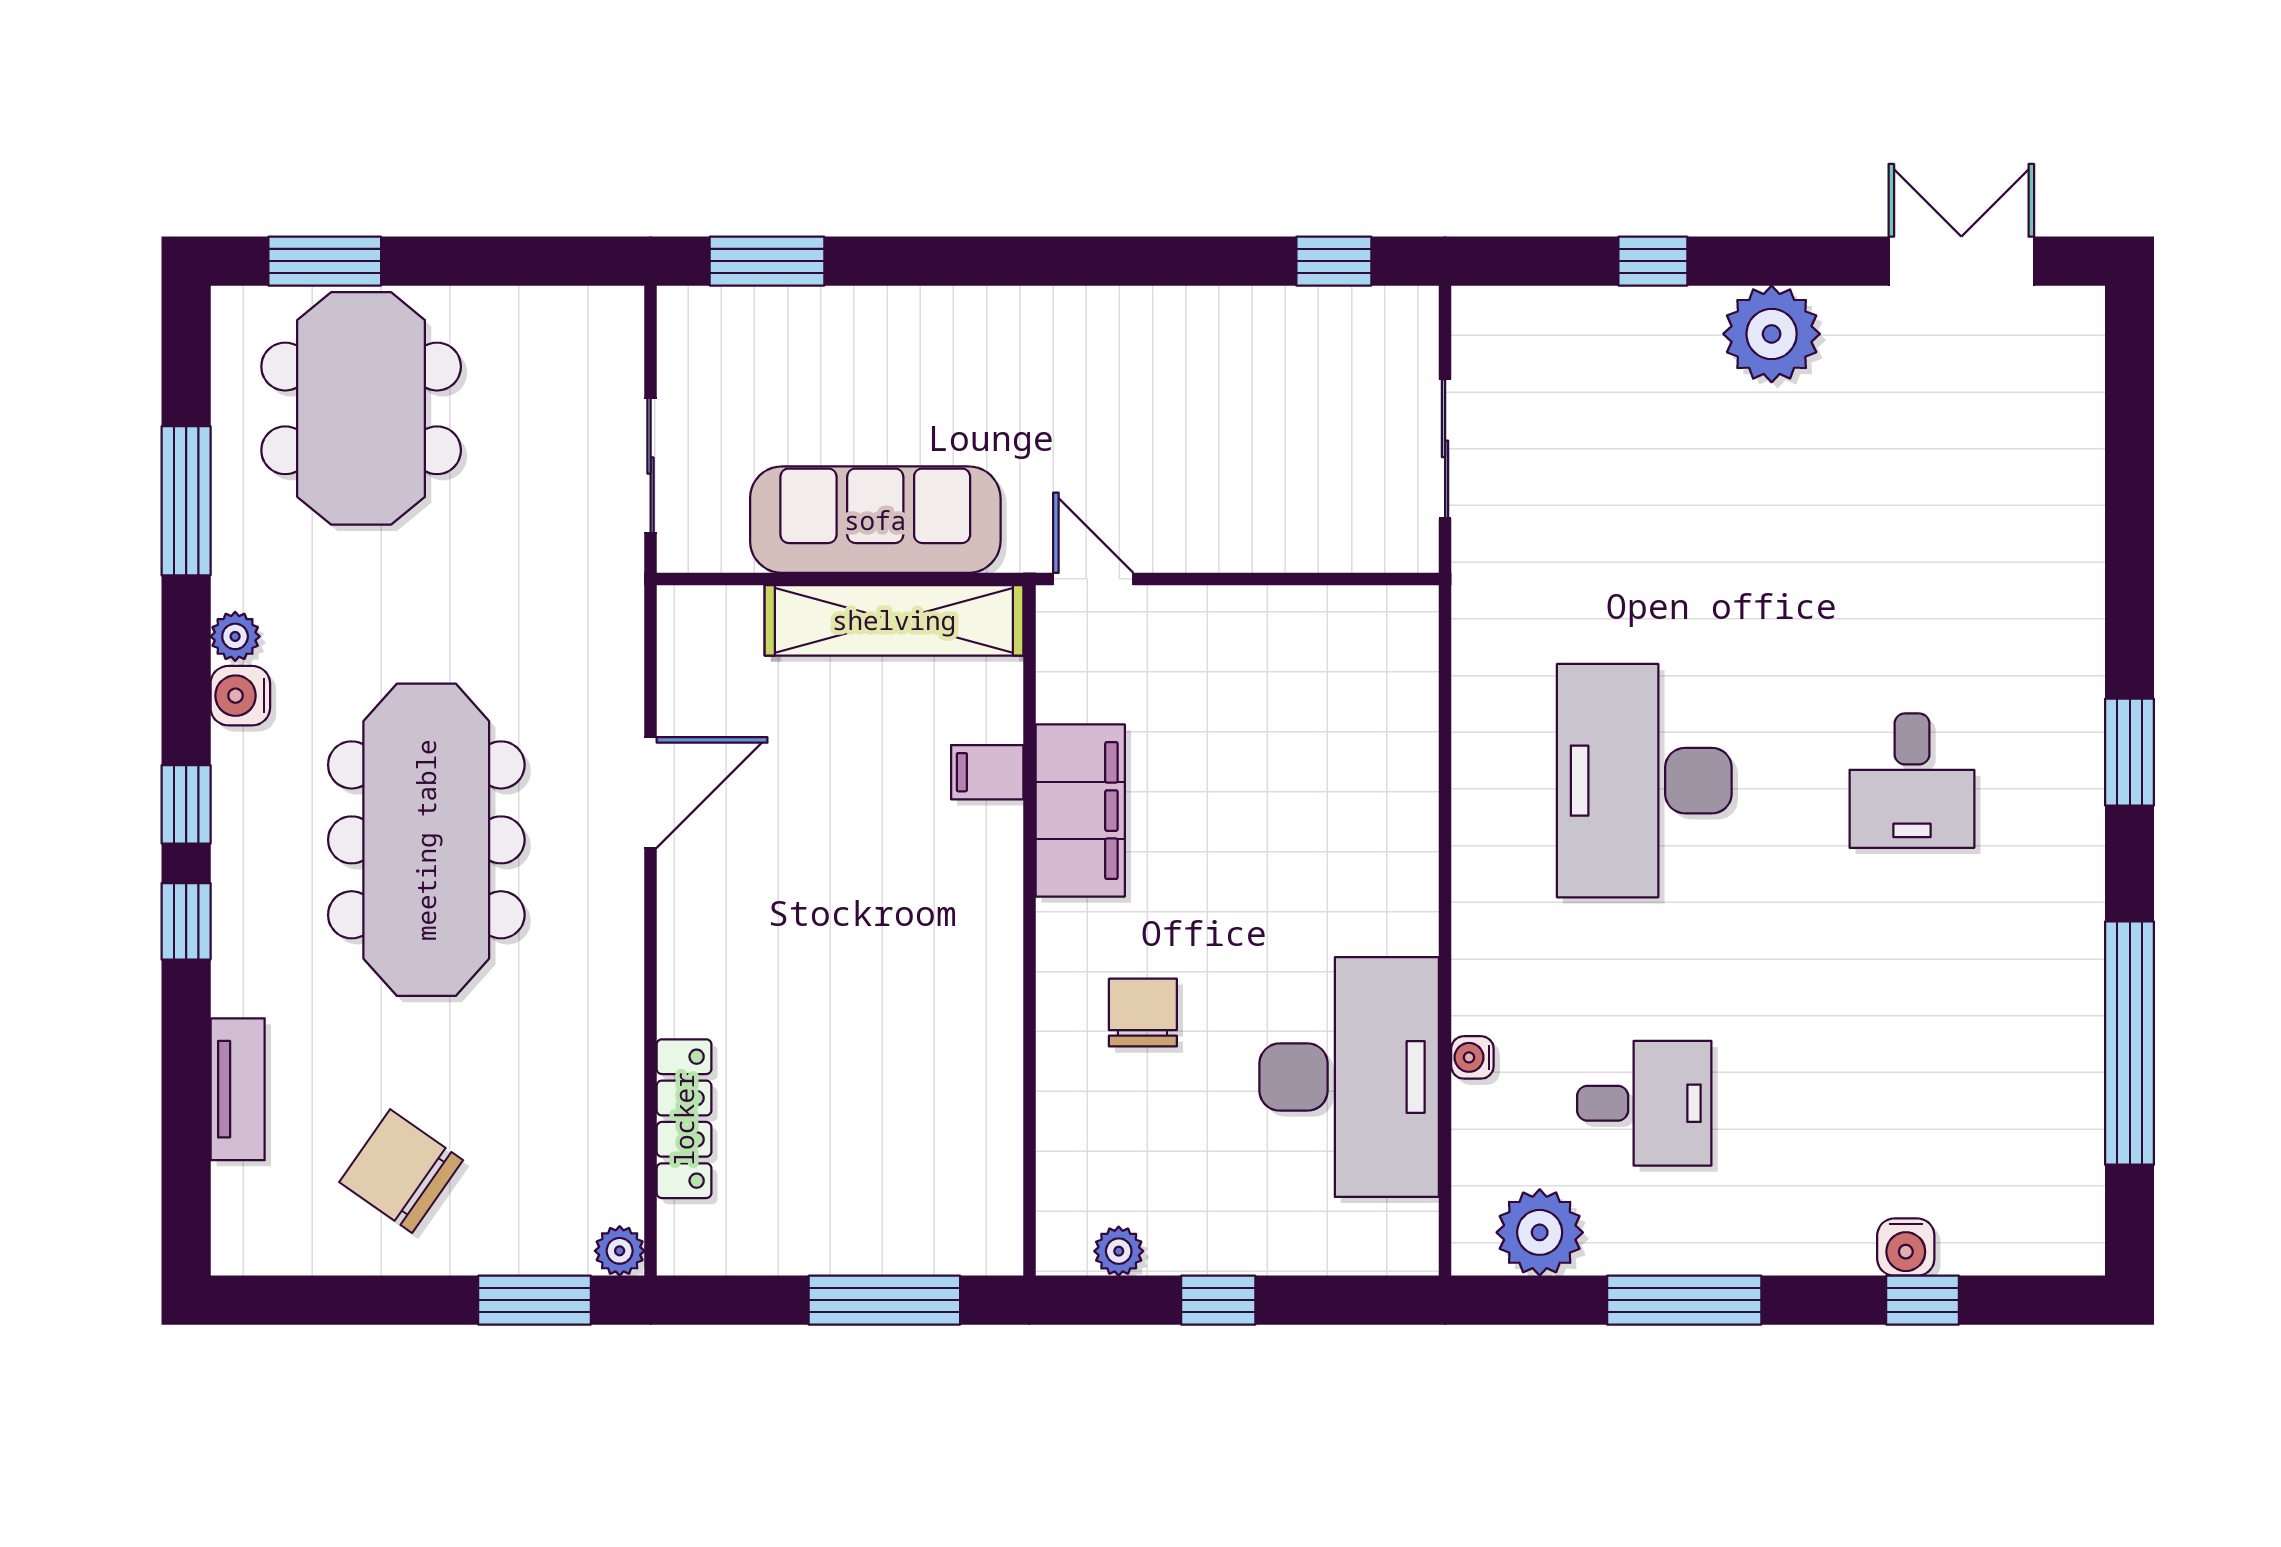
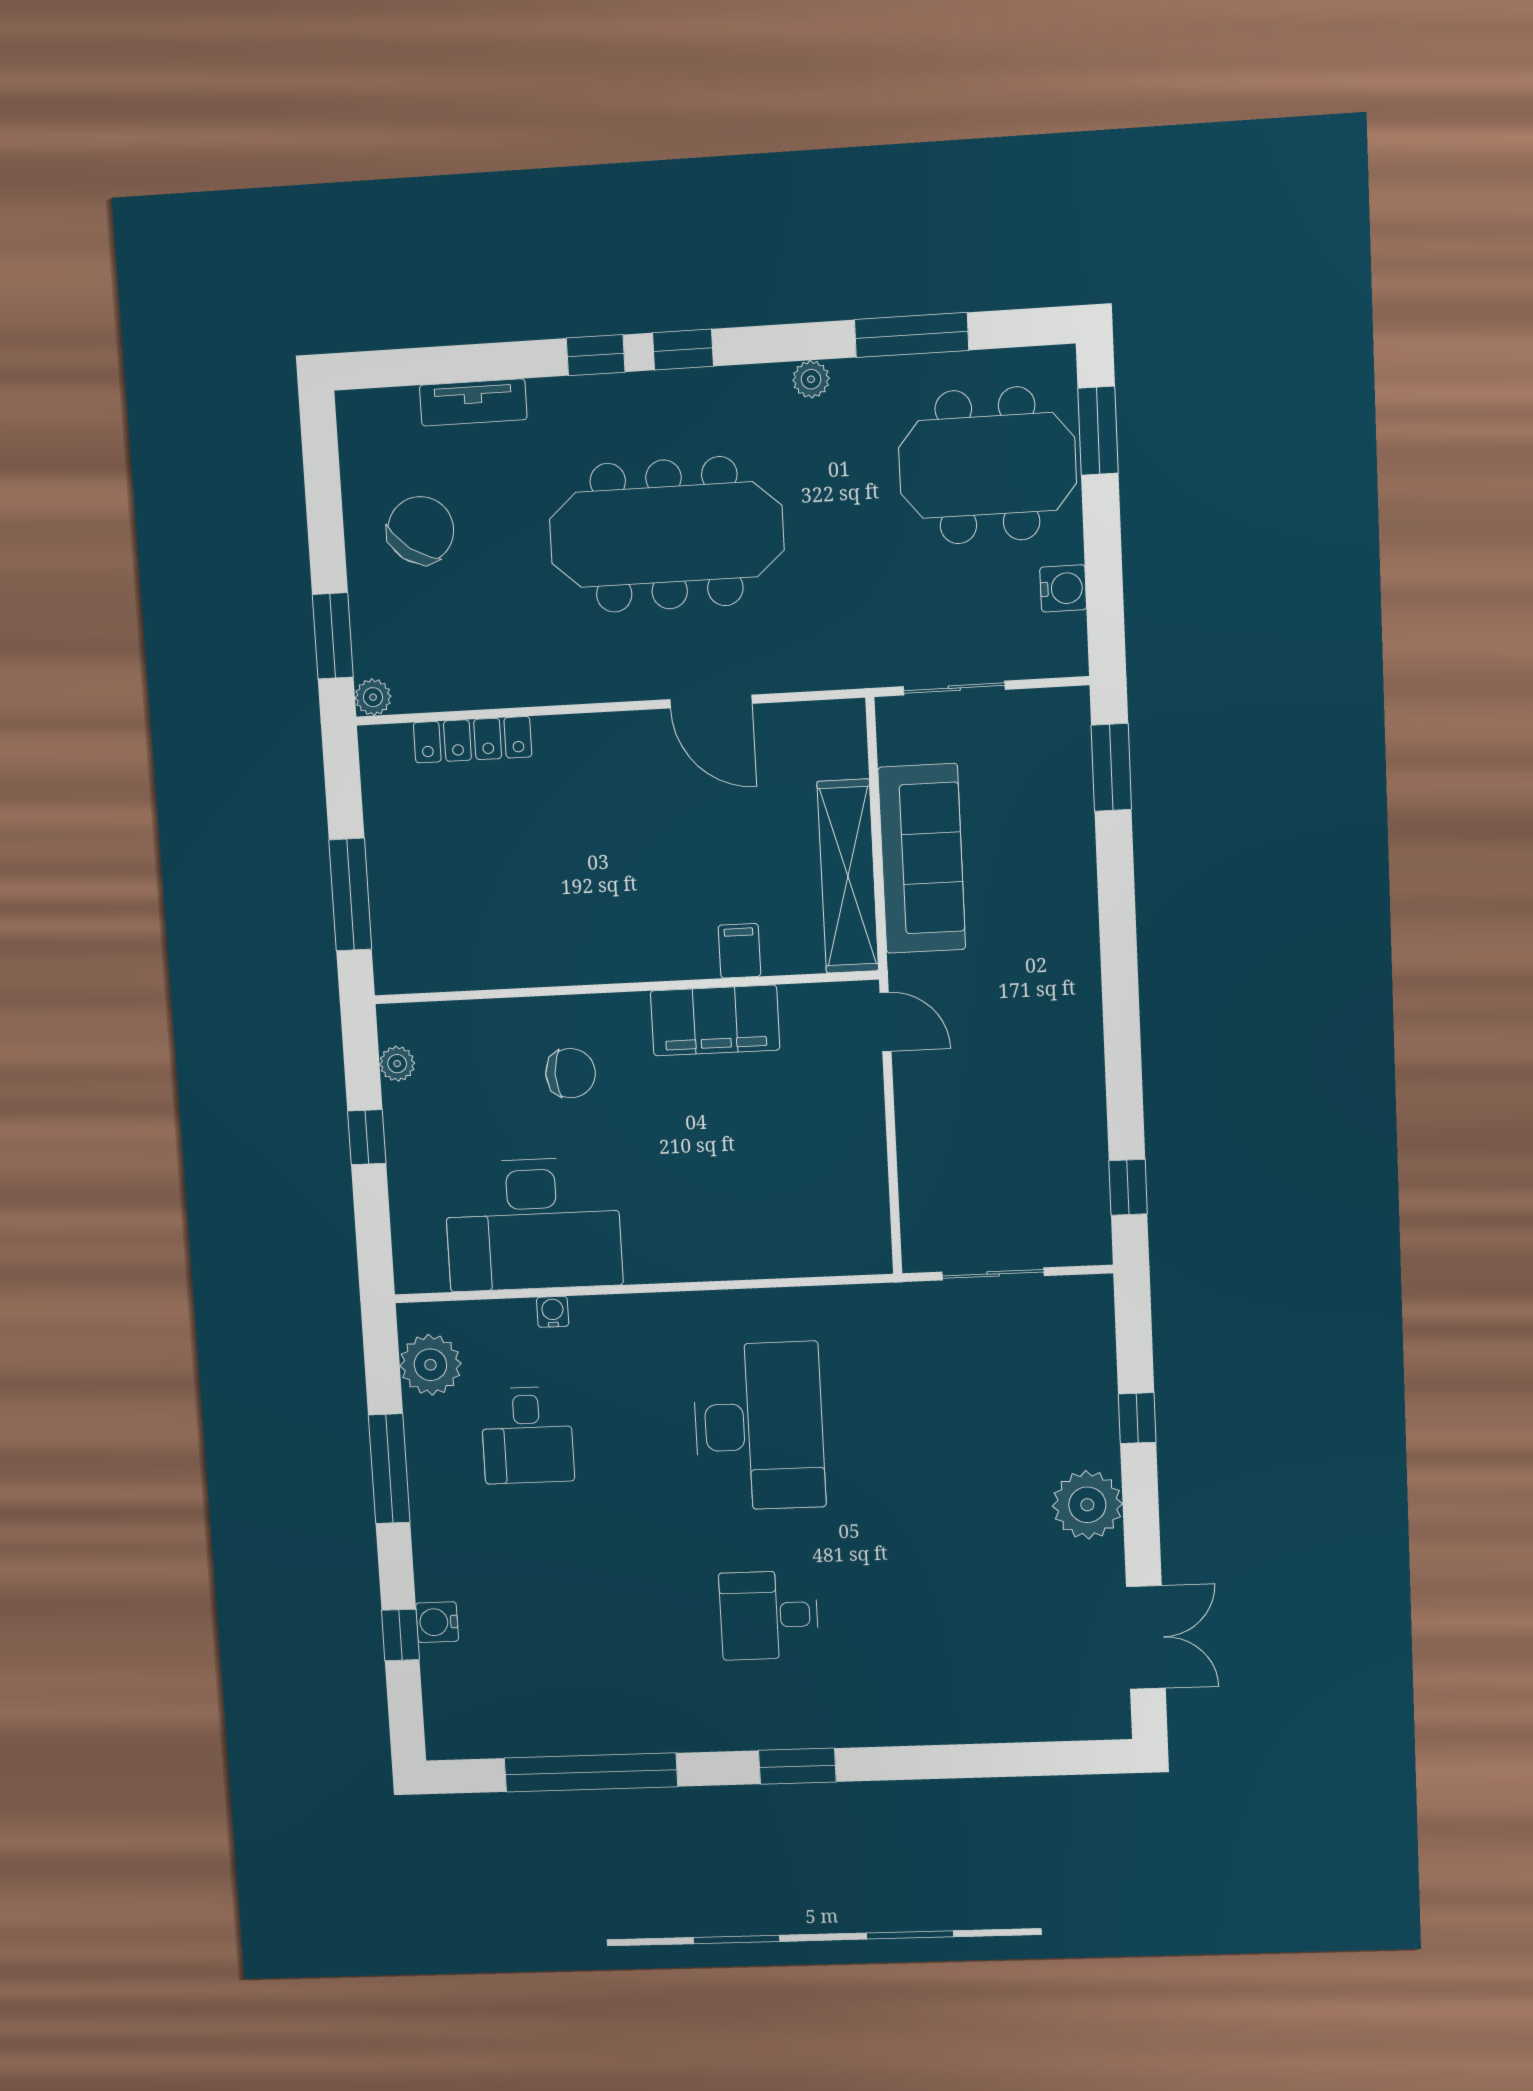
door: (1093, 579) -> (886, 1022), hinge flipped
water cooler: (240, 696) -> (1063, 588), moved, turned 90
desk: (1644, 781) -> (759, 1426), turned 90

